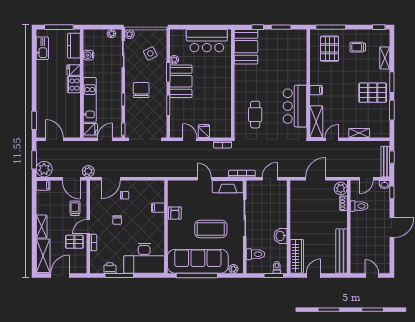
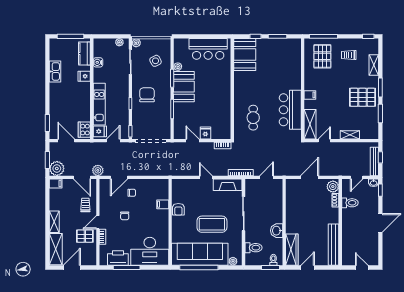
kitchen sink: (42, 48) -> (55, 71), moved
cooker: (74, 85) -> (84, 130), moved
printer: (110, 268) -> (118, 258), width x1.87, depth x1.48

